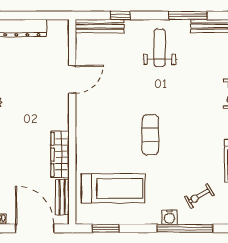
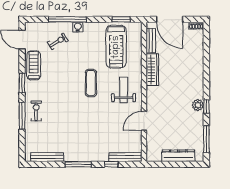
window: (188, 15) -> (78, 164), moved
weight bench: (160, 48) -> (124, 90), moved, turned 180
treadmill: (113, 188) -> (116, 47), turned -90

